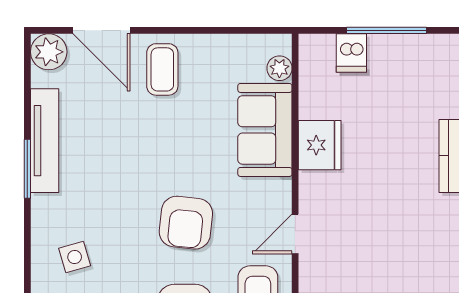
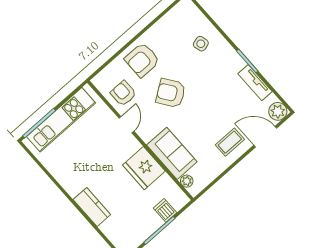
coffee table: (162, 69) -> (230, 142), turned 90
tv unit: (45, 141) -> (255, 83), width x0.71
fridge: (320, 145) -> (144, 168), width x1.36, depth x1.34
armchair: (186, 223) -> (171, 93), turned -41

